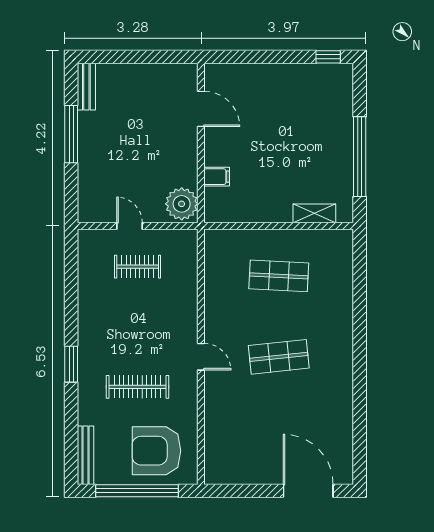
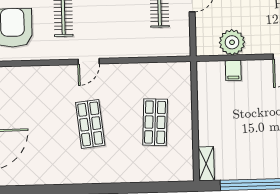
plant: (182, 204) -> (232, 42), moved
shelving: (314, 213) -> (206, 164), moved

